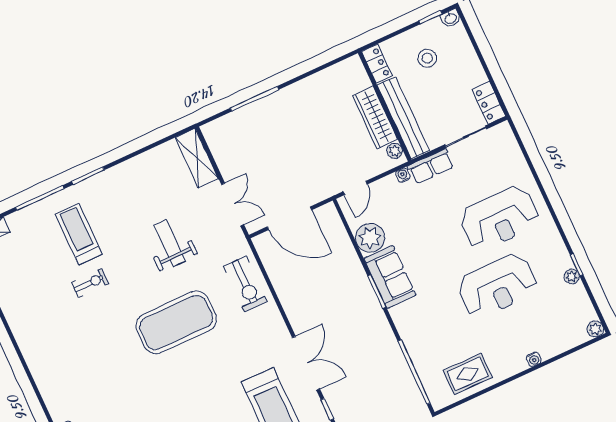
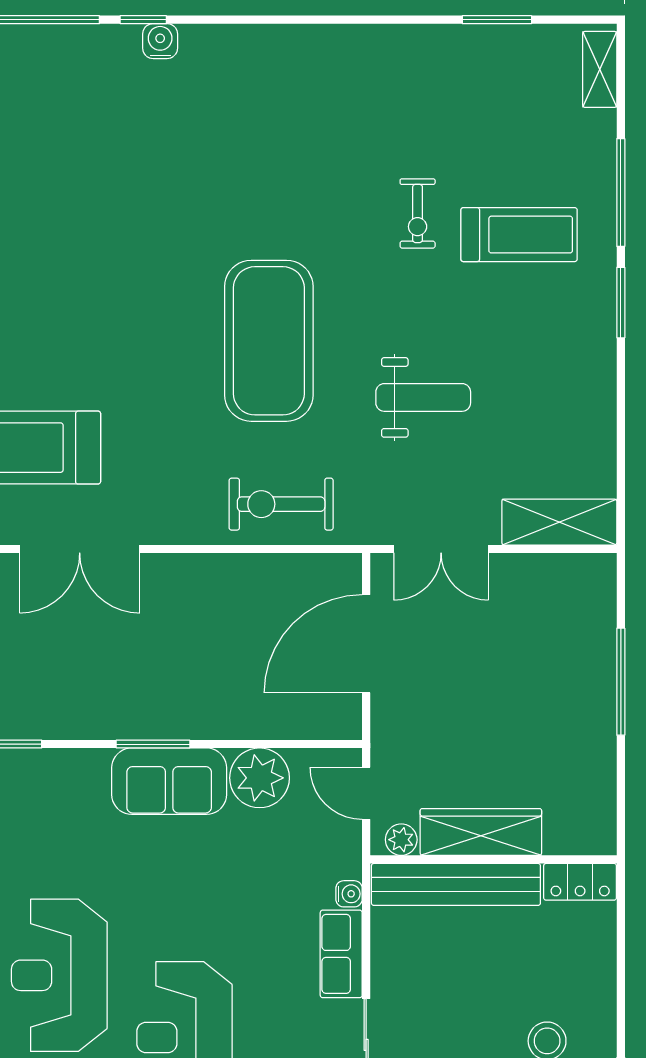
locker: (377, 64) -> (580, 882), moved
wall: (385, 106) -> (493, 859), moved
wardrobe: (375, 118) -> (481, 832), moved
bench: (403, 118) -> (456, 884), moved
plant: (395, 151) -> (401, 840), moved

